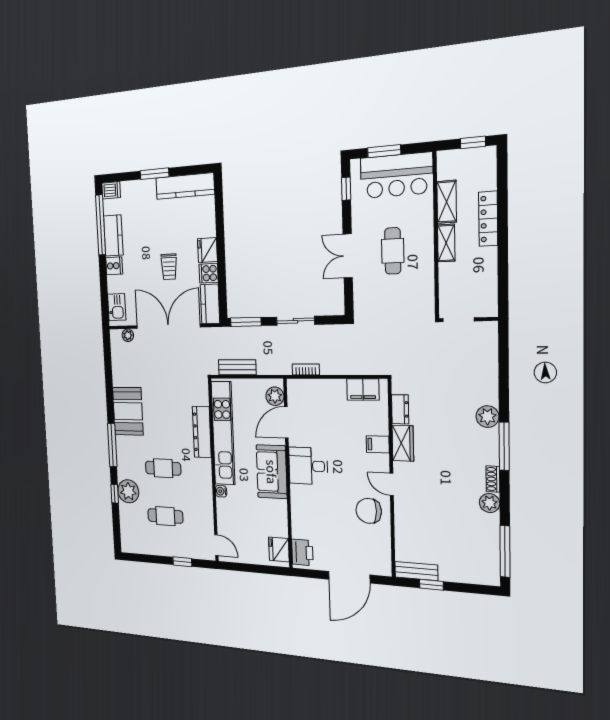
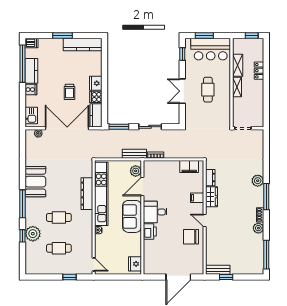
locker: (488, 219) -> (259, 71), width x0.66
bench: (237, 367) -> (134, 154), moved
printer: (302, 552) -> (150, 232), moved

